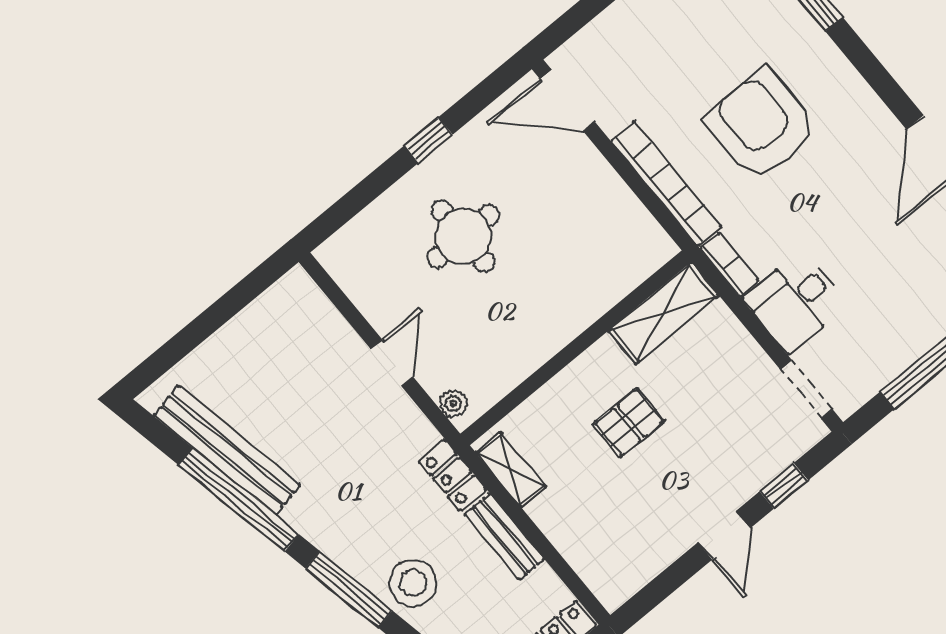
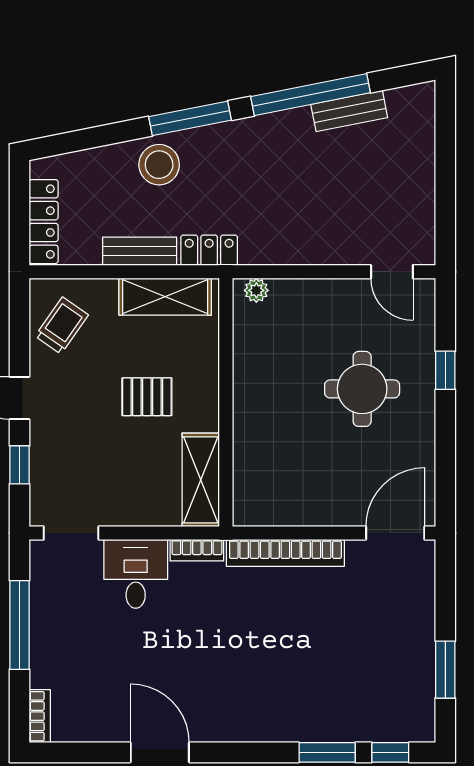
armchair: (761, 125) -> (272, 649), removed
window: (428, 140) -> (445, 370), moved
door: (392, 363) -> (392, 272), moved
pallet: (629, 423) -> (147, 397), turned 90
bench: (227, 450) -> (349, 111), width x0.54, depth x0.82
shelving: (511, 470) -> (165, 297), width x1.50, depth x1.33
trolley: (628, 551) -> (62, 326), added

